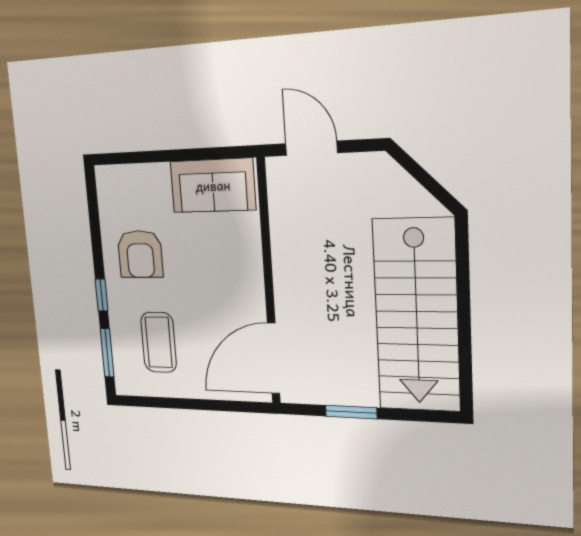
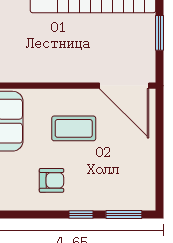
armchair: (140, 254) -> (52, 180), width x0.72, depth x0.72
coffee table: (159, 342) -> (74, 128), moved

